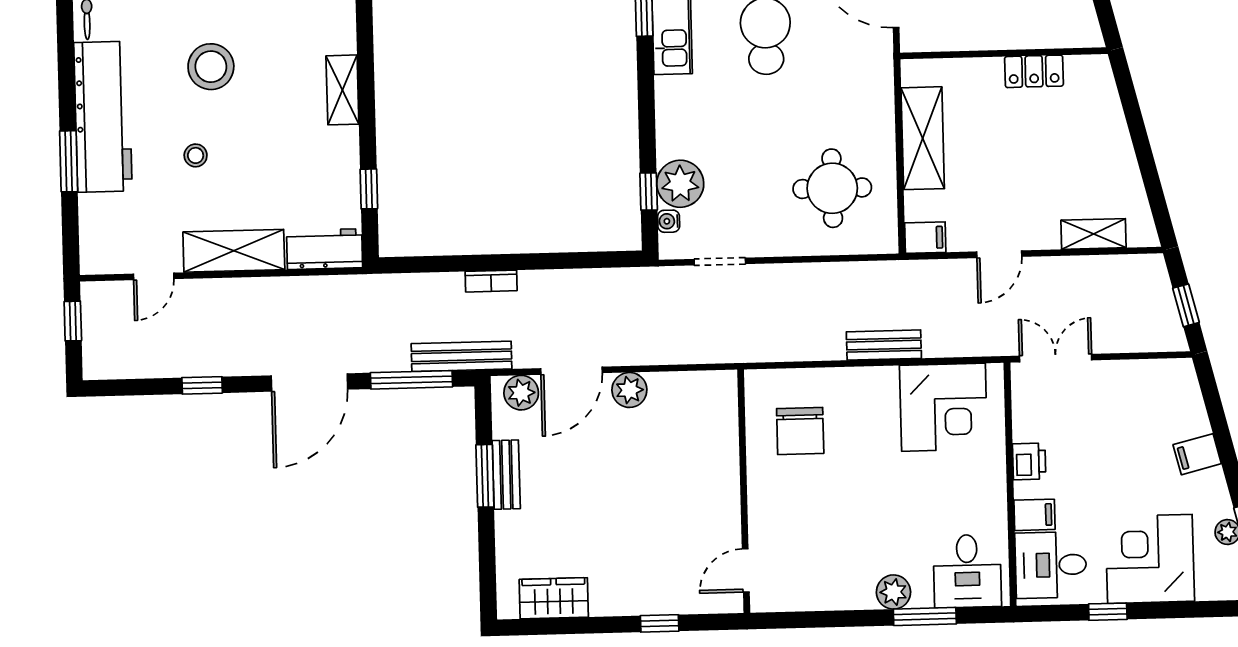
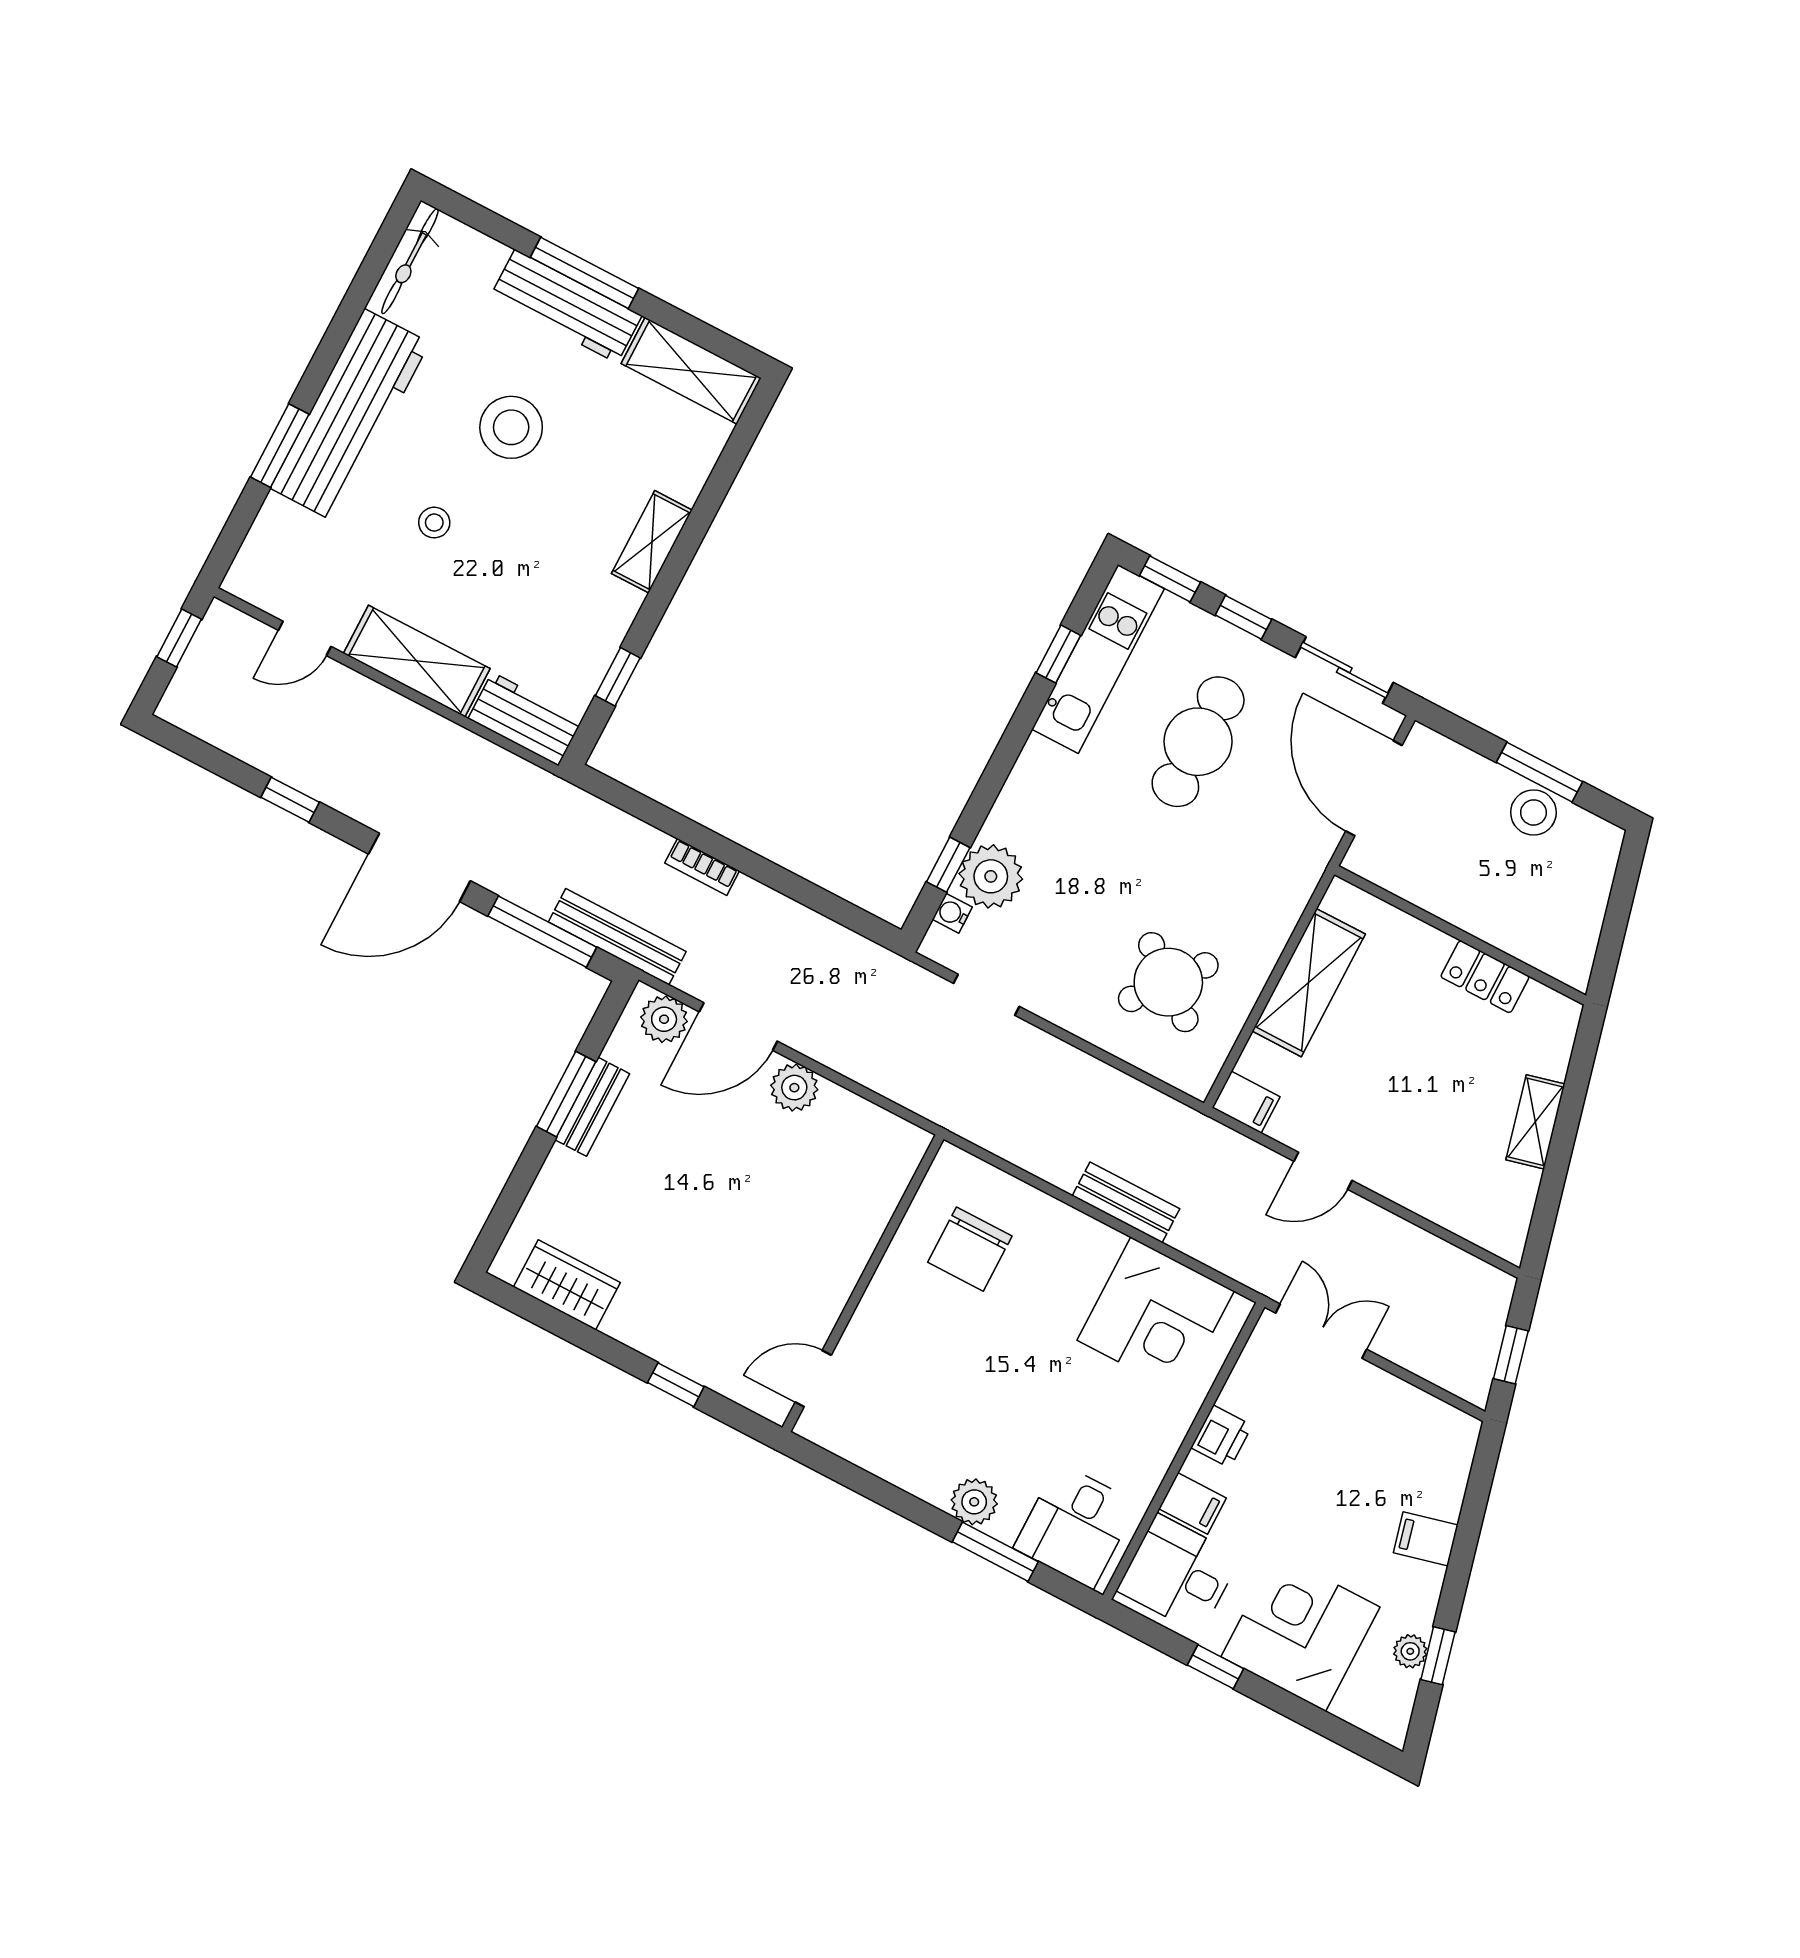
round table: (832, 188) -> (1168, 982), turned 38
shelving: (1093, 234) -> (1535, 1122), moved, turned 76

